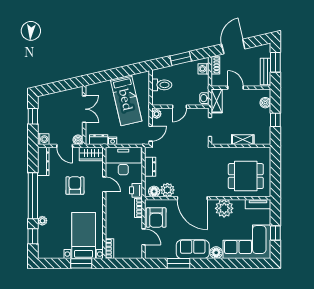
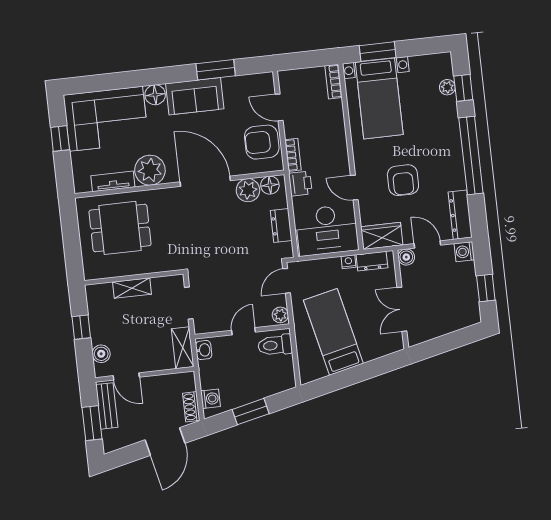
toilet: (162, 85) -> (275, 345), moved
door: (236, 88) -> (126, 376), moved
tv unit: (258, 204) -> (113, 181), moved
armchair: (156, 218) -> (262, 142), turned -90
plant: (42, 221) -> (447, 87), moved

